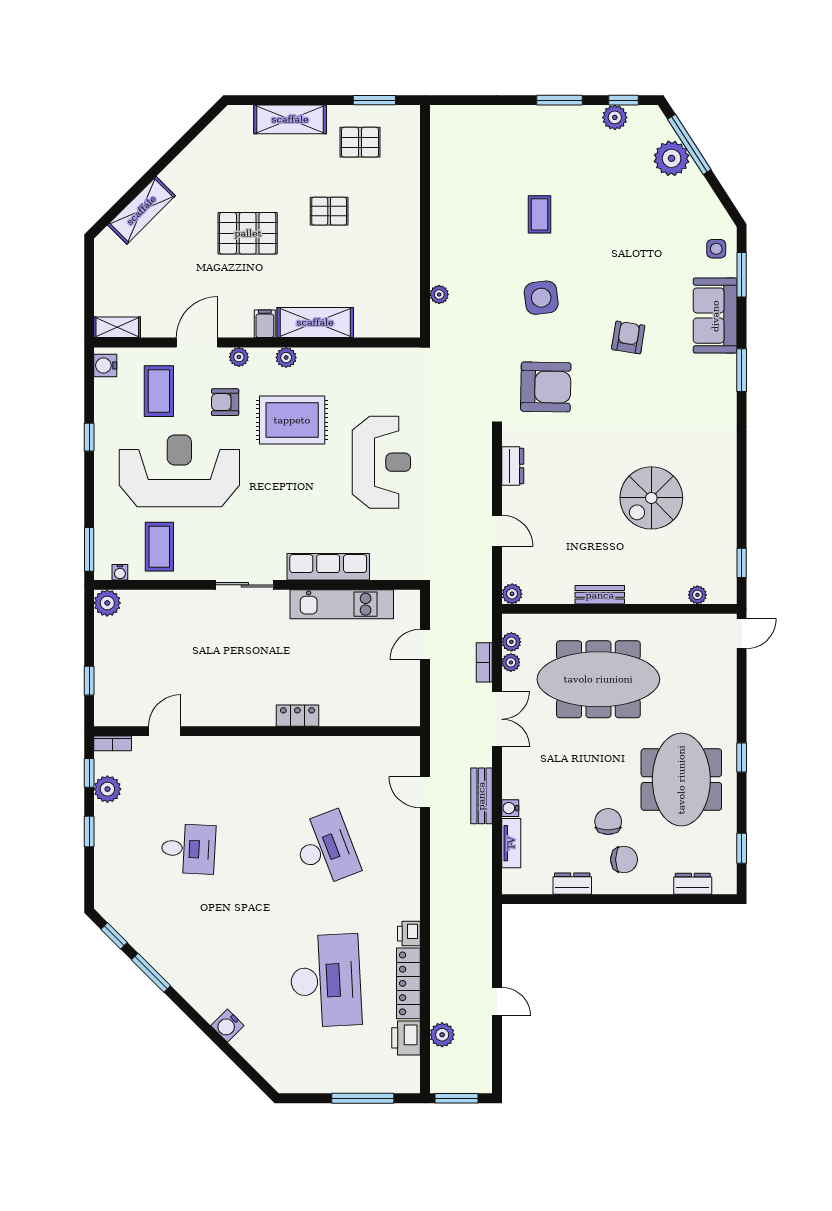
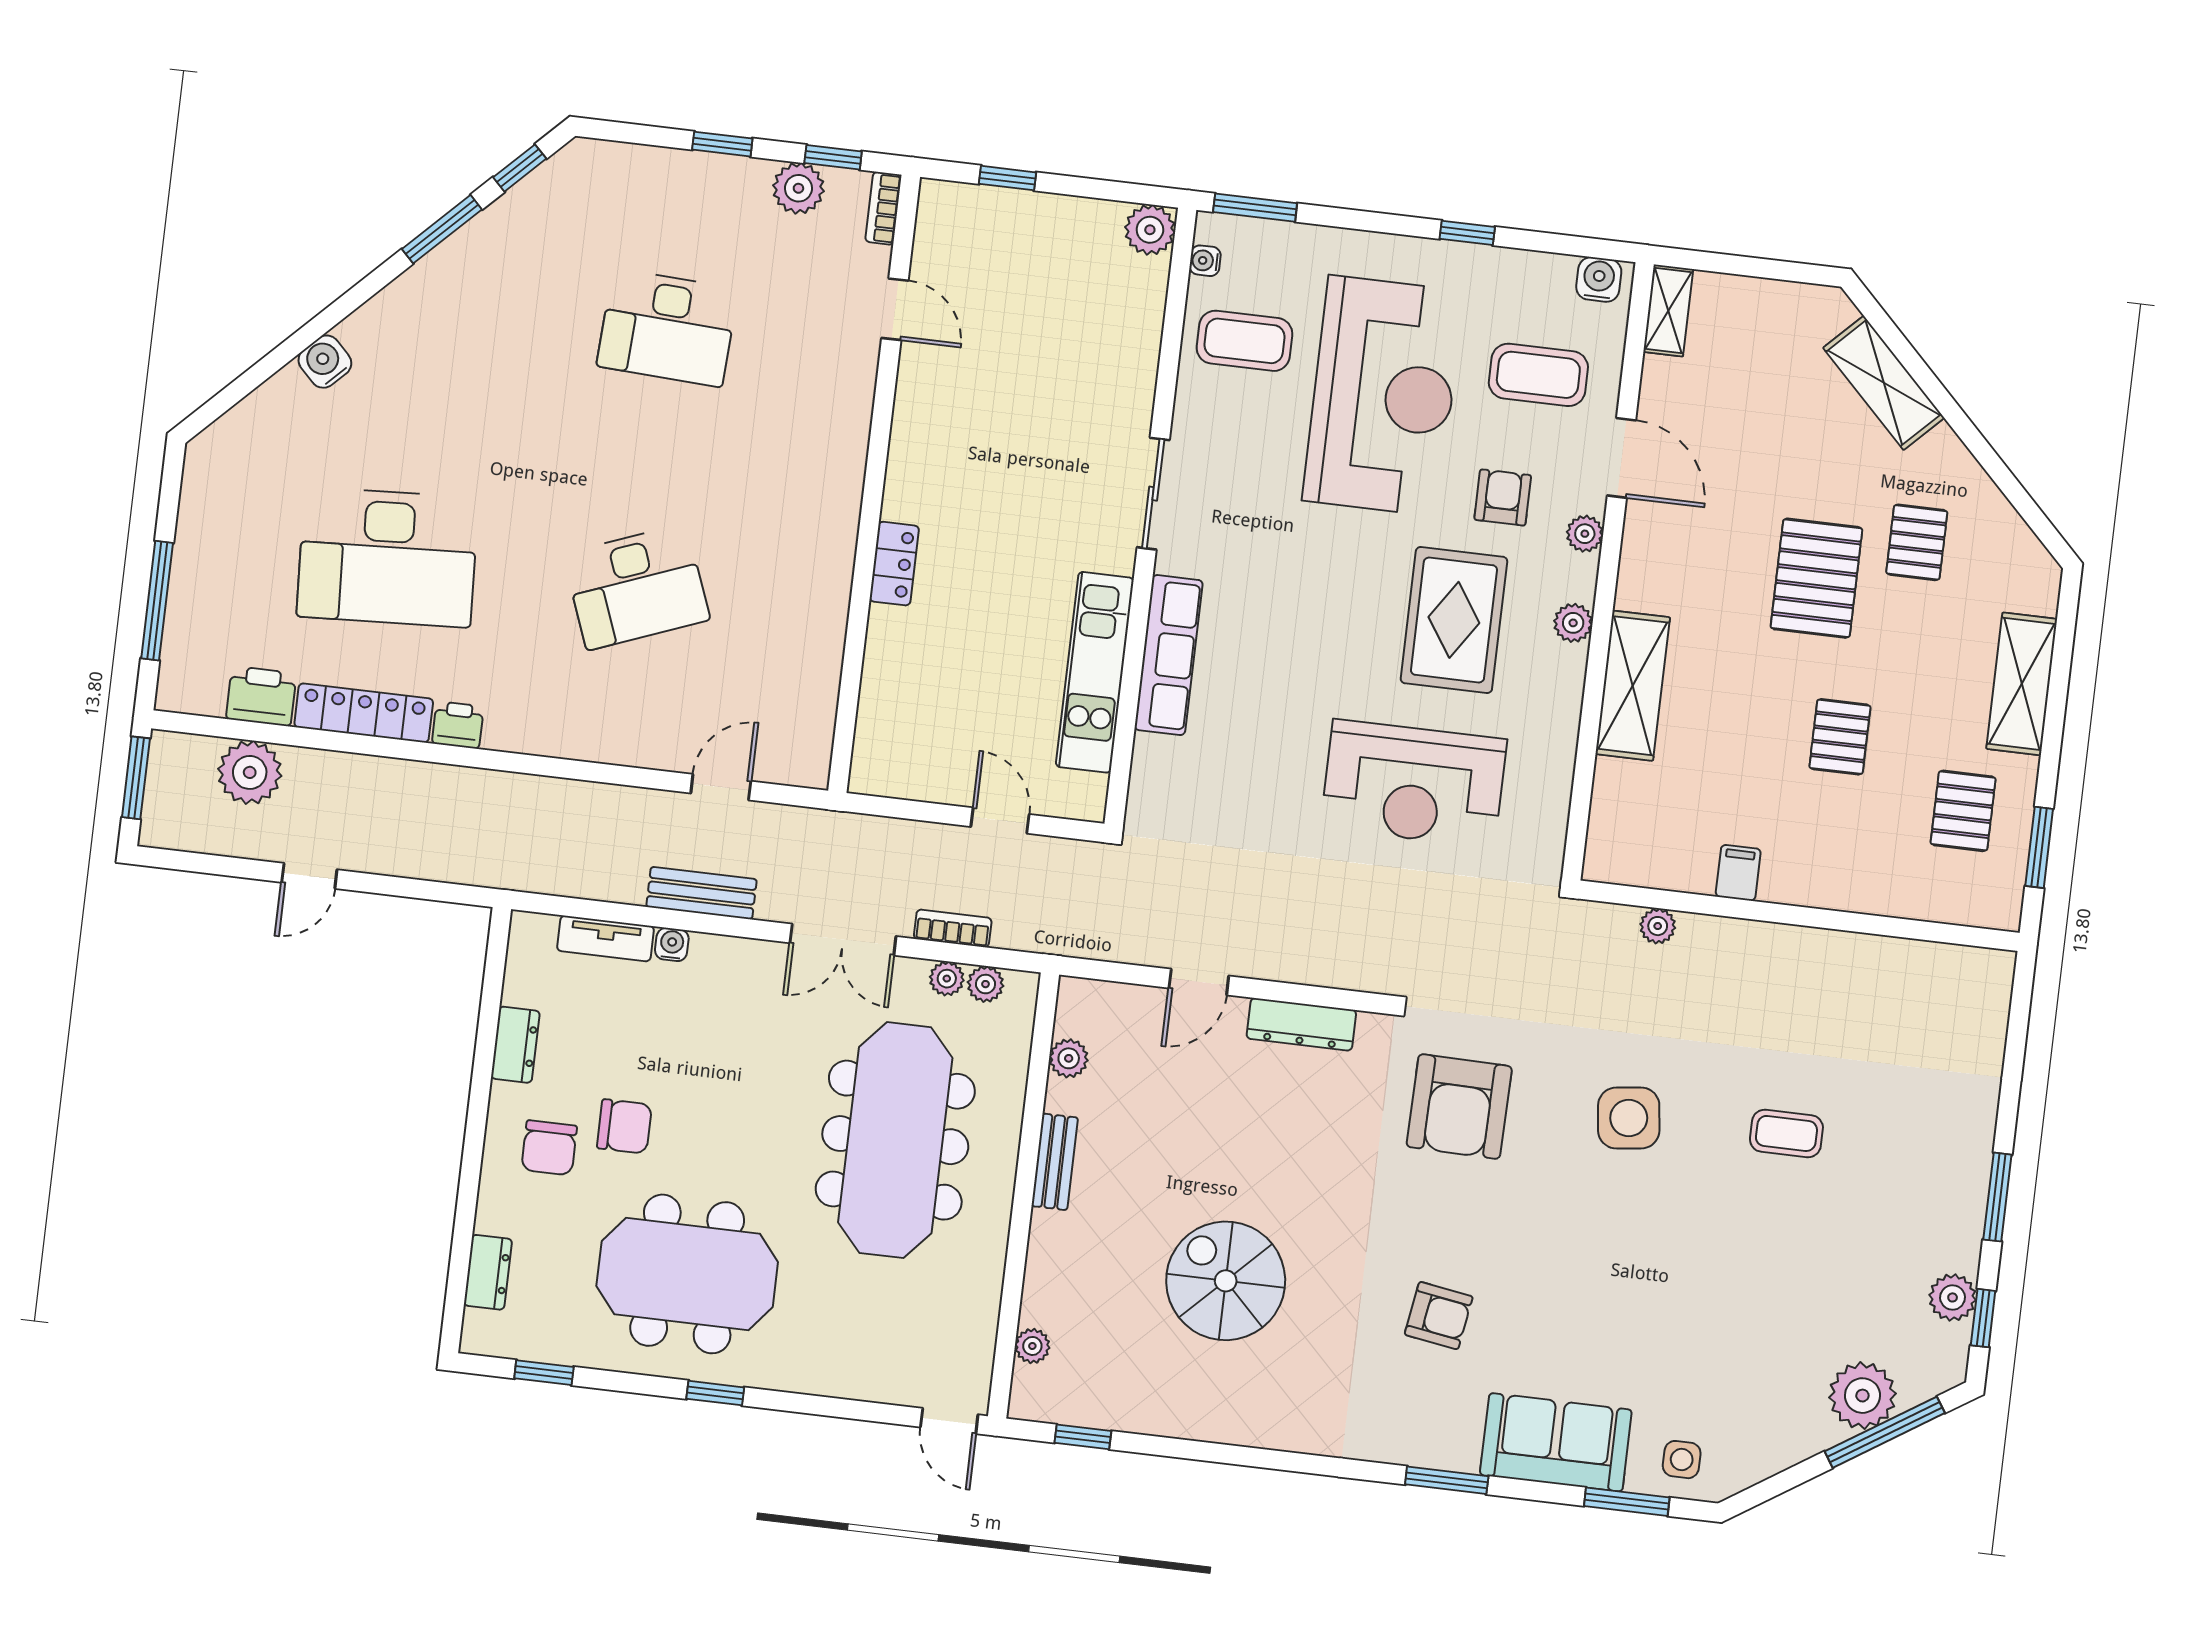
pallet: (223, 183) -> (1917, 542), added
filing cabinet: (265, 324) -> (1738, 873), moved, turned -90
armchair: (628, 337) -> (1439, 1316), moved
reception desk: (381, 462) -> (1414, 784), moved
dresser: (513, 466) -> (1301, 1024), width x1.44
plant: (512, 594) -> (1069, 1058), moved
desk: (188, 849) -> (667, 328), width x1.37
plant: (442, 1035) -> (250, 772), width x1.36, depth x1.36

